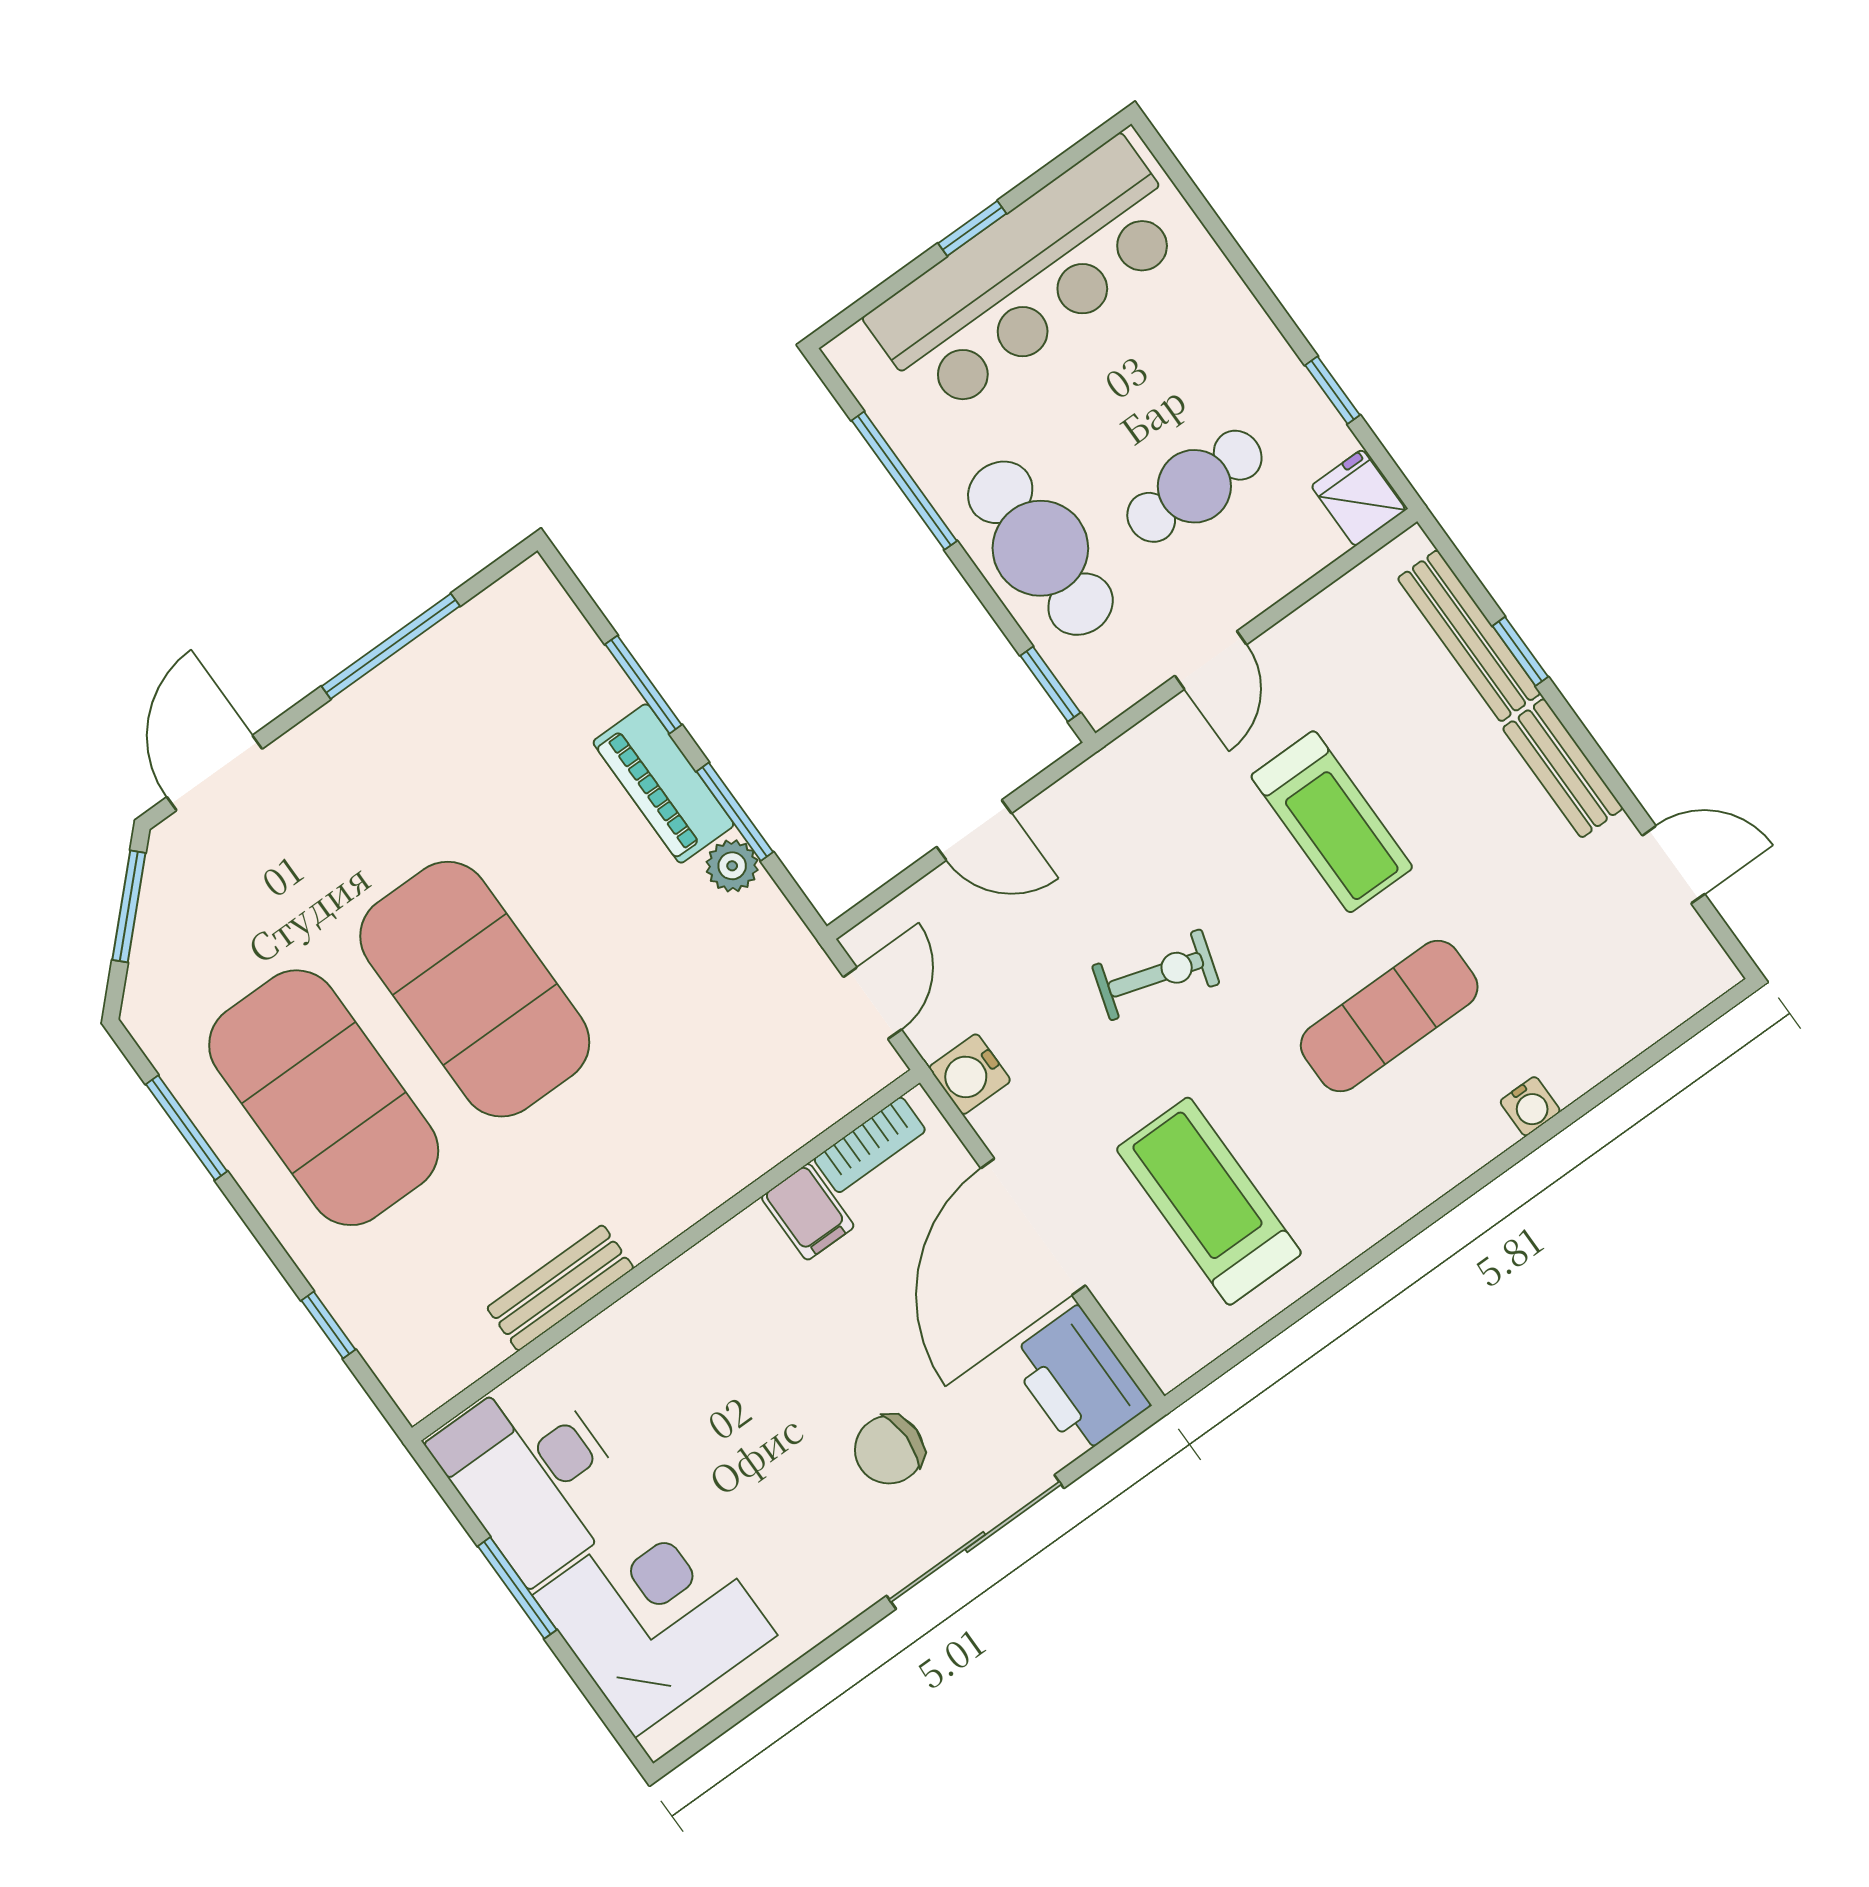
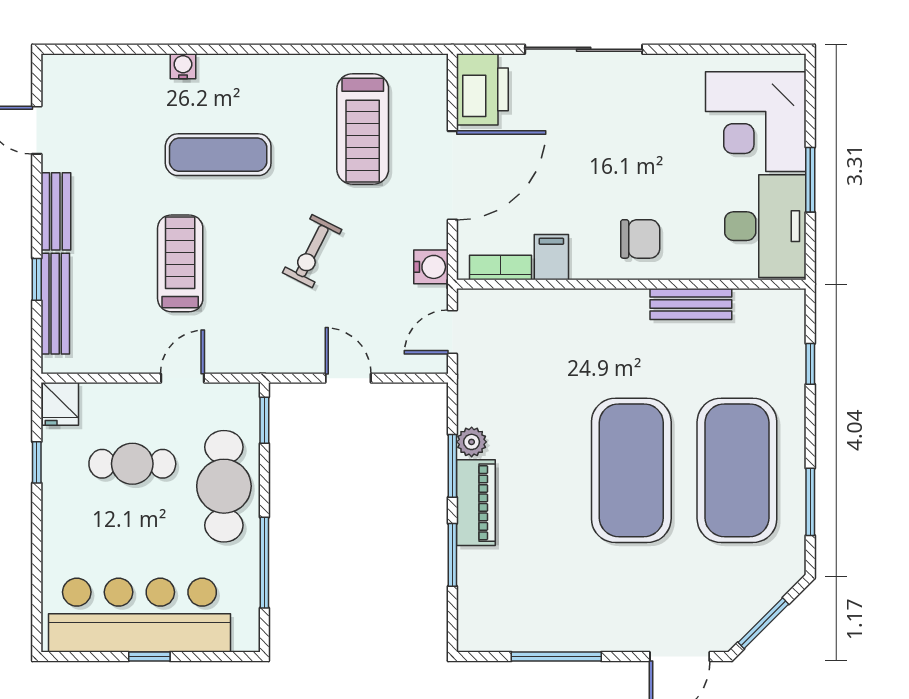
exercise bike: (1156, 975) -> (312, 251), turned -80
chair: (889, 1450) -> (640, 239), moved

